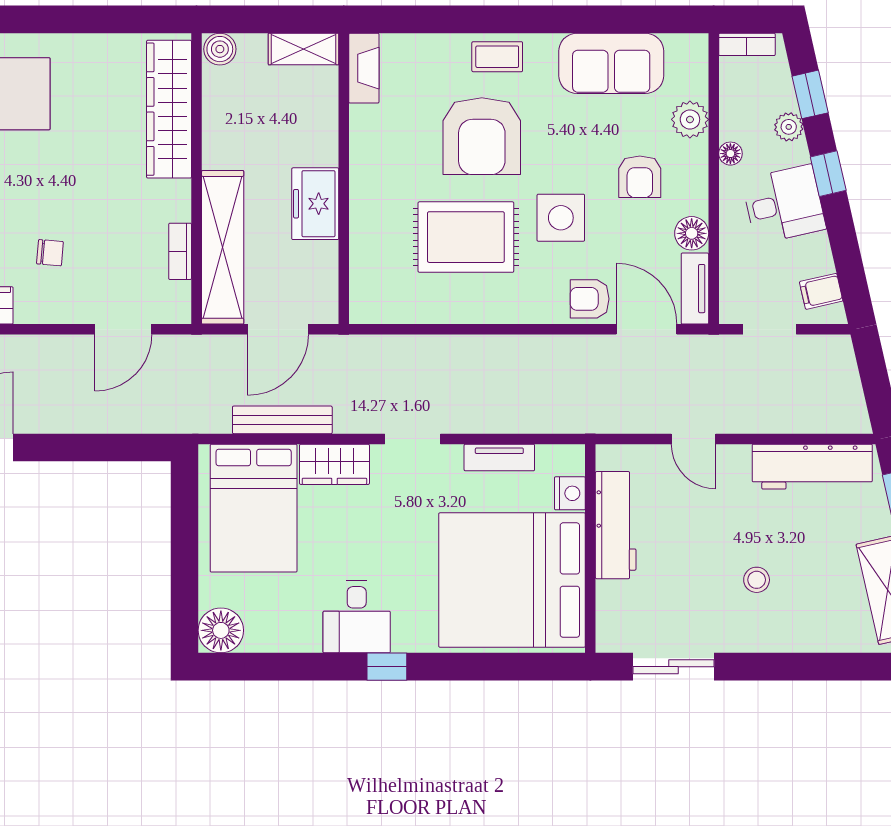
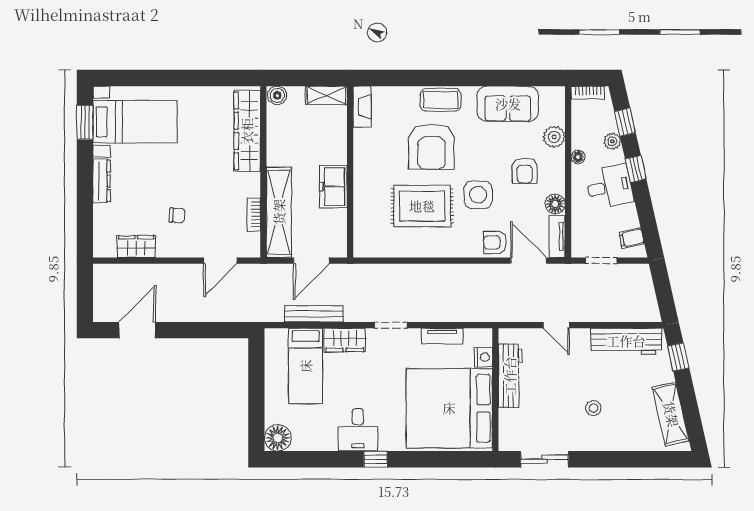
coffee table: (497, 57) -> (441, 100), width x1.36, depth x1.30
bed: (254, 508) -> (306, 366), width x0.67

